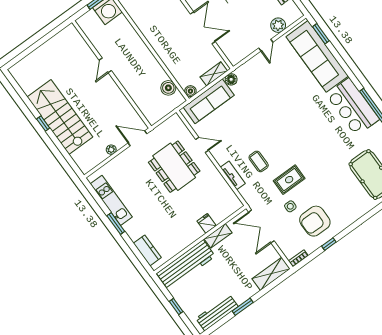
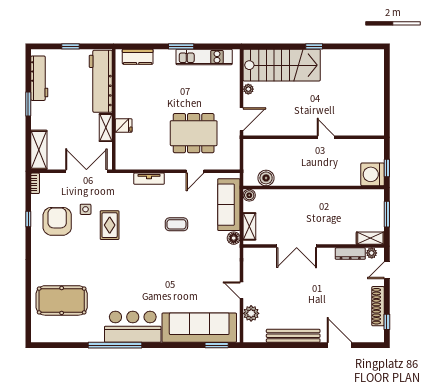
stairs: (60, 117) -> (282, 65), moved
coffee table: (259, 161) -> (176, 224), moved

